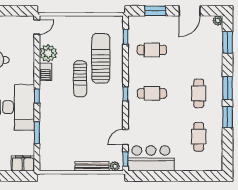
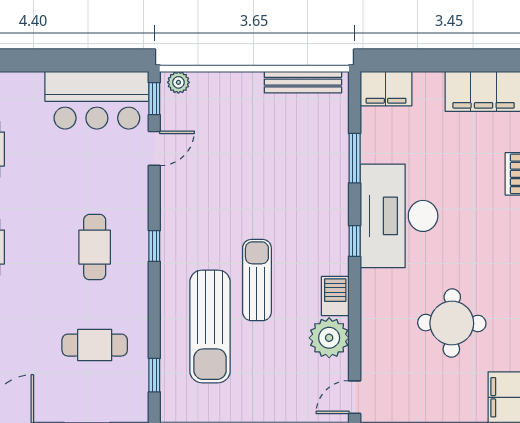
cafe table: (152, 93) -> (95, 247), turned 90
bench: (92, 166) -> (303, 82), moved

